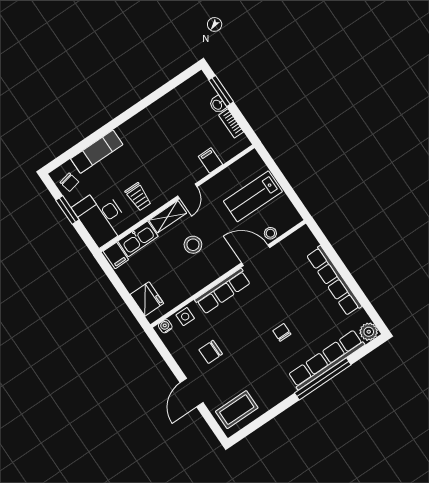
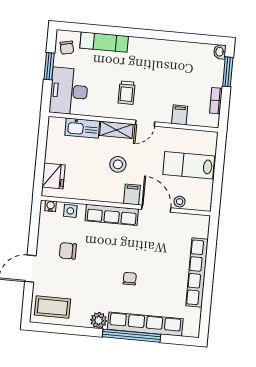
washbasin: (218, 105) -> (220, 52), moved
trolley: (138, 197) -> (127, 93), moved
filing cabinet: (116, 255) -> (132, 194), moved, turned 180
plant: (369, 332) -> (99, 320), moved

